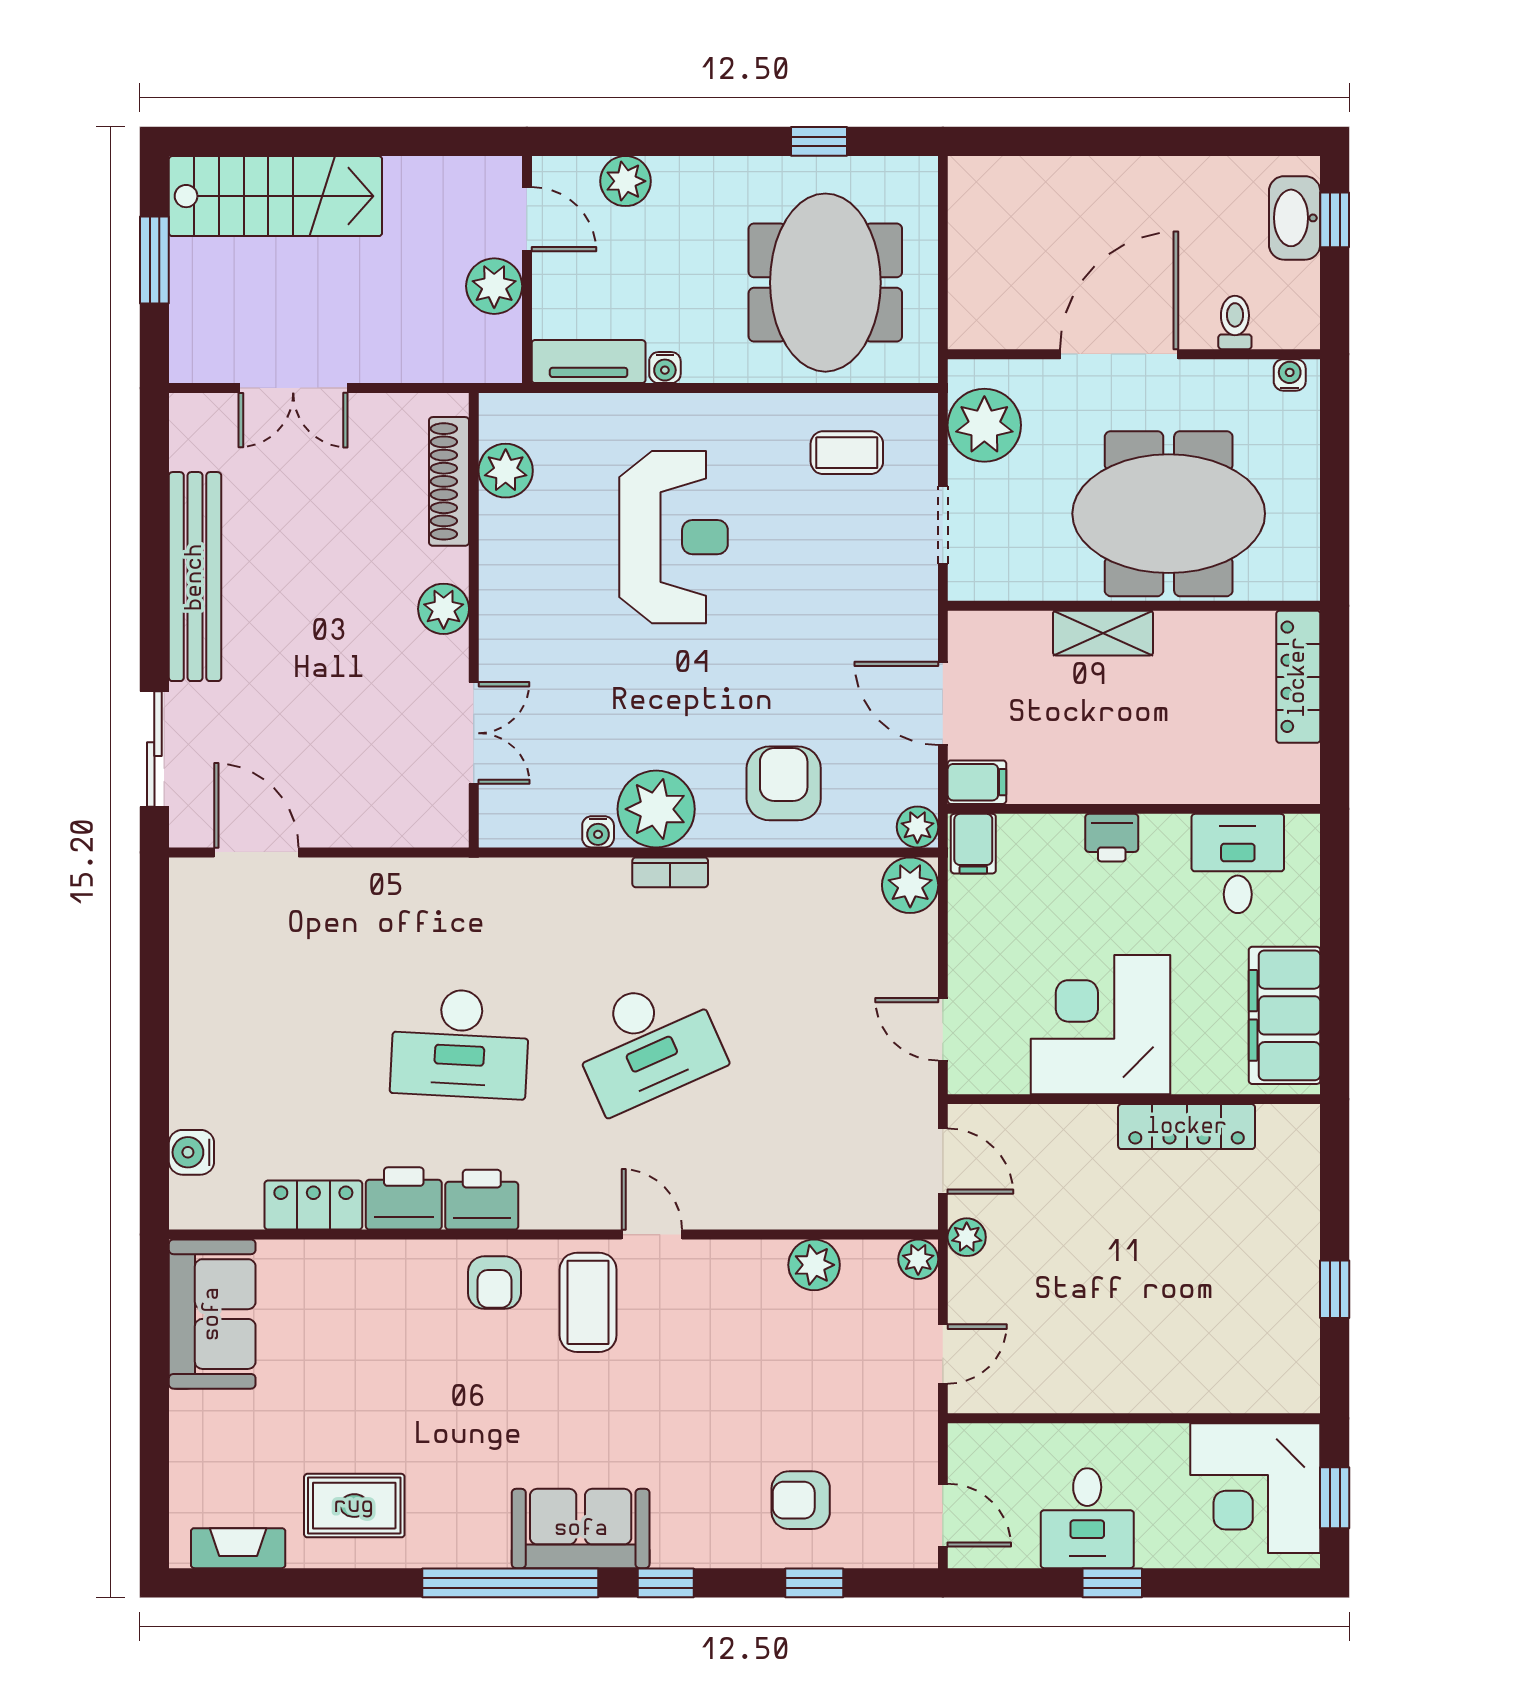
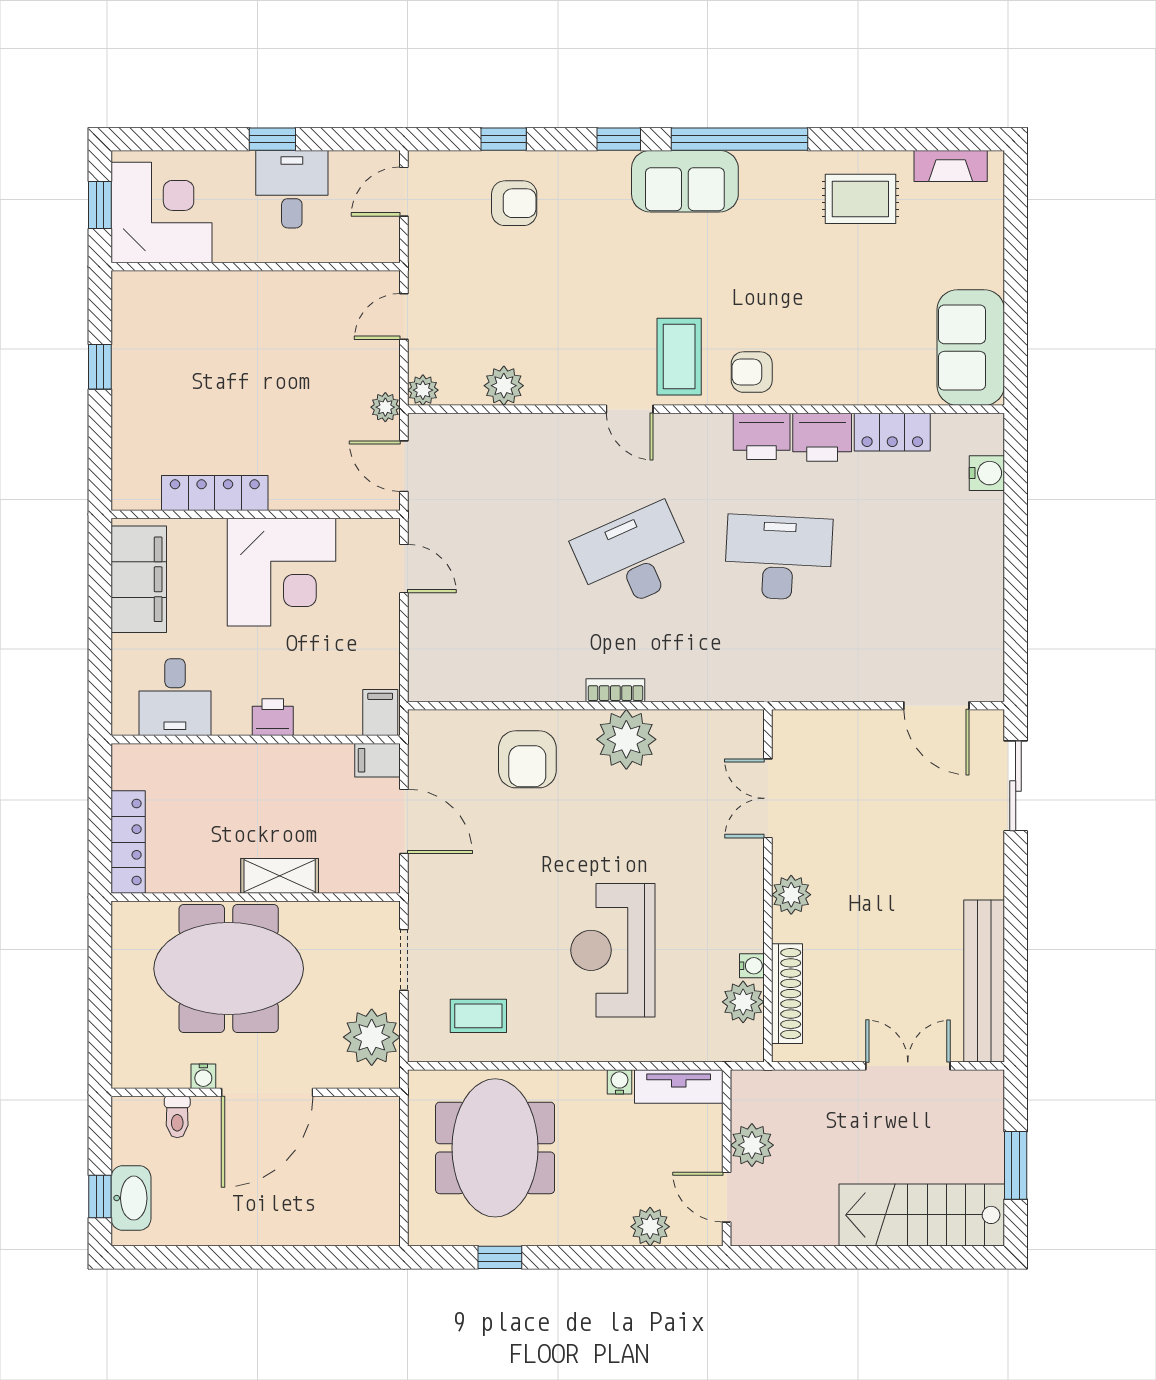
water cooler: (1290, 375) -> (203, 1076), moved
bench: (195, 577) -> (984, 981), moved
plant: (917, 827) -> (424, 725), removed
water cooler: (598, 832) -> (752, 966), moved, turned 90
plant: (910, 885) -> (429, 680), removed
armchair: (494, 1283) -> (752, 372), turned -90
door: (943, 1515) -> (404, 192), hinge flipped

